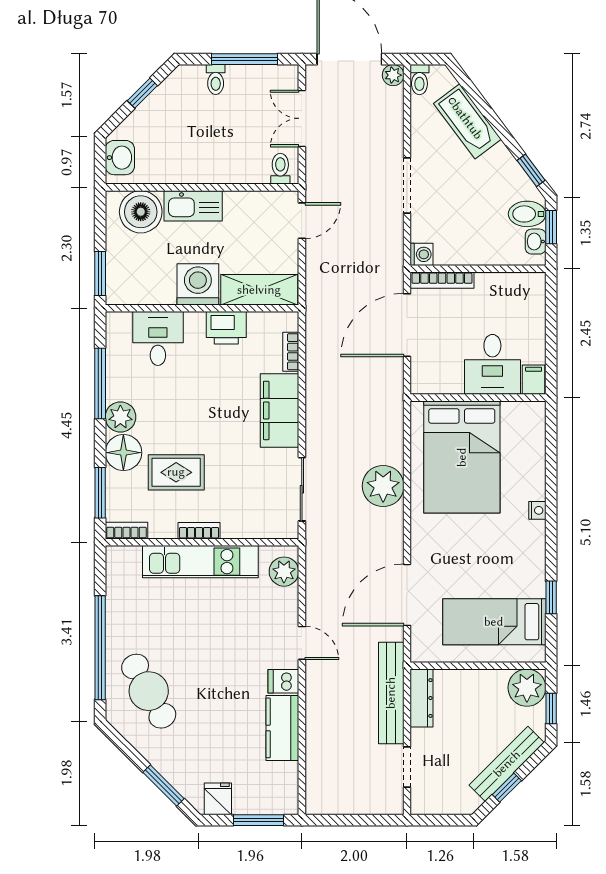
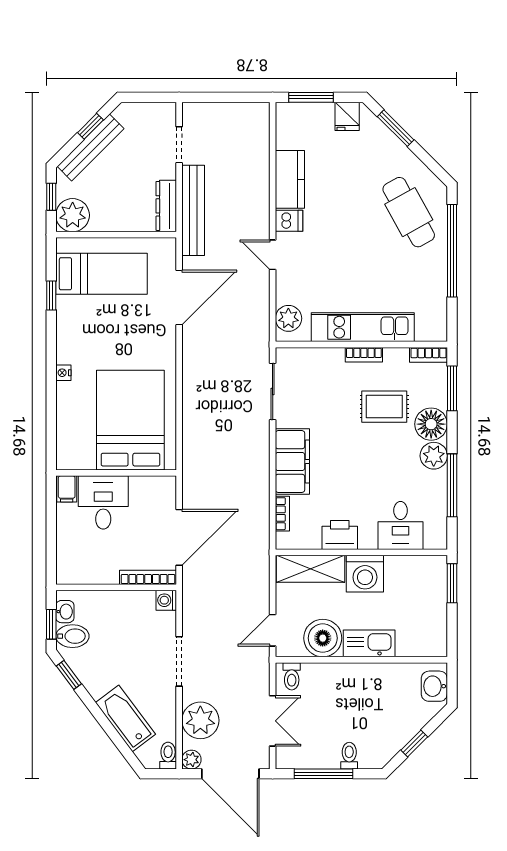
boiler: (141, 212) -> (323, 638), moved
plant: (383, 486) -> (200, 720), moved

